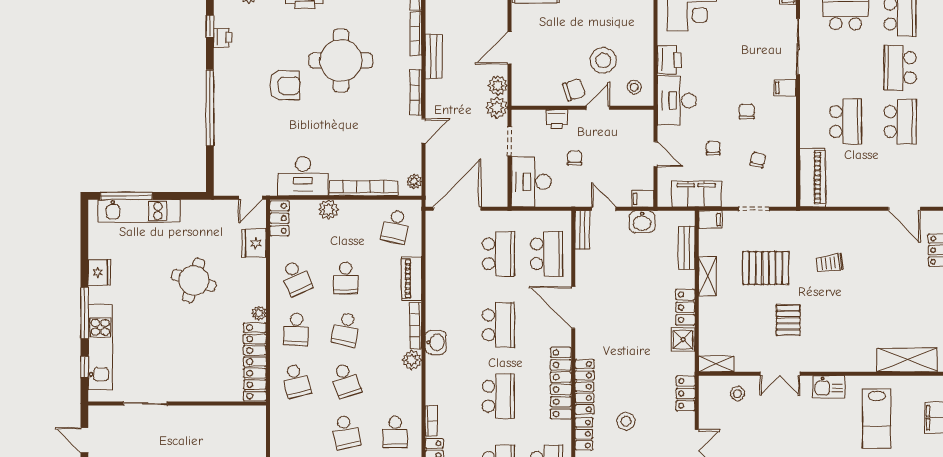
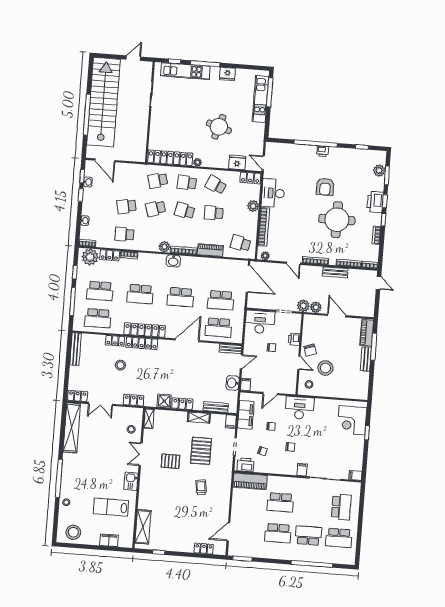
printer: (223, 37) -> (323, 151), moved
printer: (669, 60) -> (246, 465), moved, turned 180
school desk: (296, 278) -> (216, 185), turned 48

